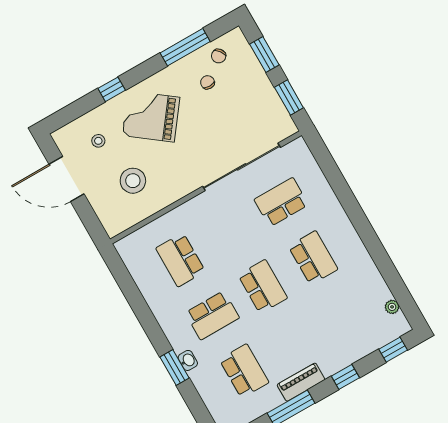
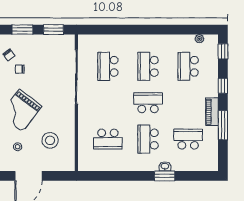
school desk: (313, 258) -> (148, 66), turned -90
school desk: (345, 313) -> (188, 66), added
school desk: (212, 315) -> (148, 139), turned 180

